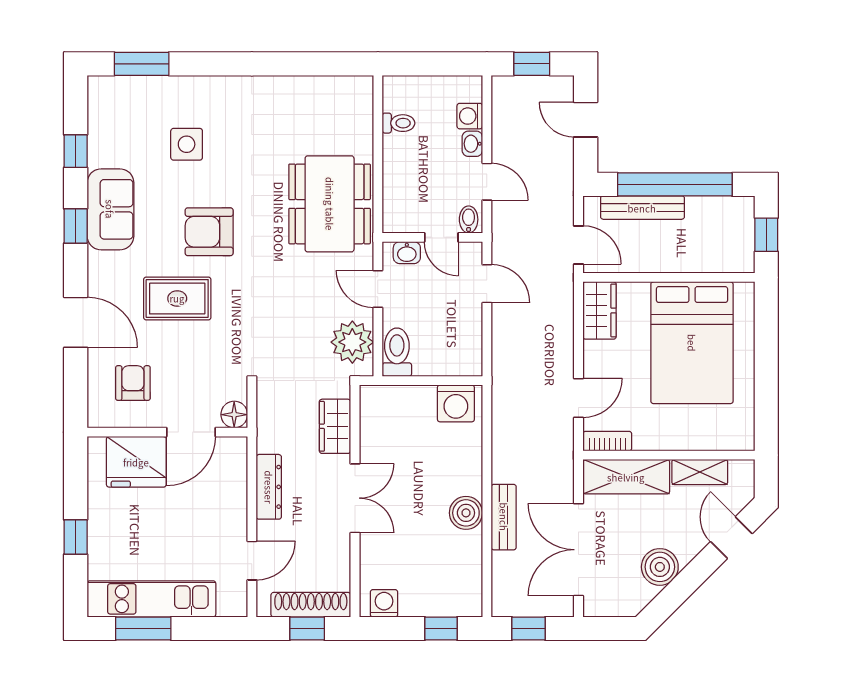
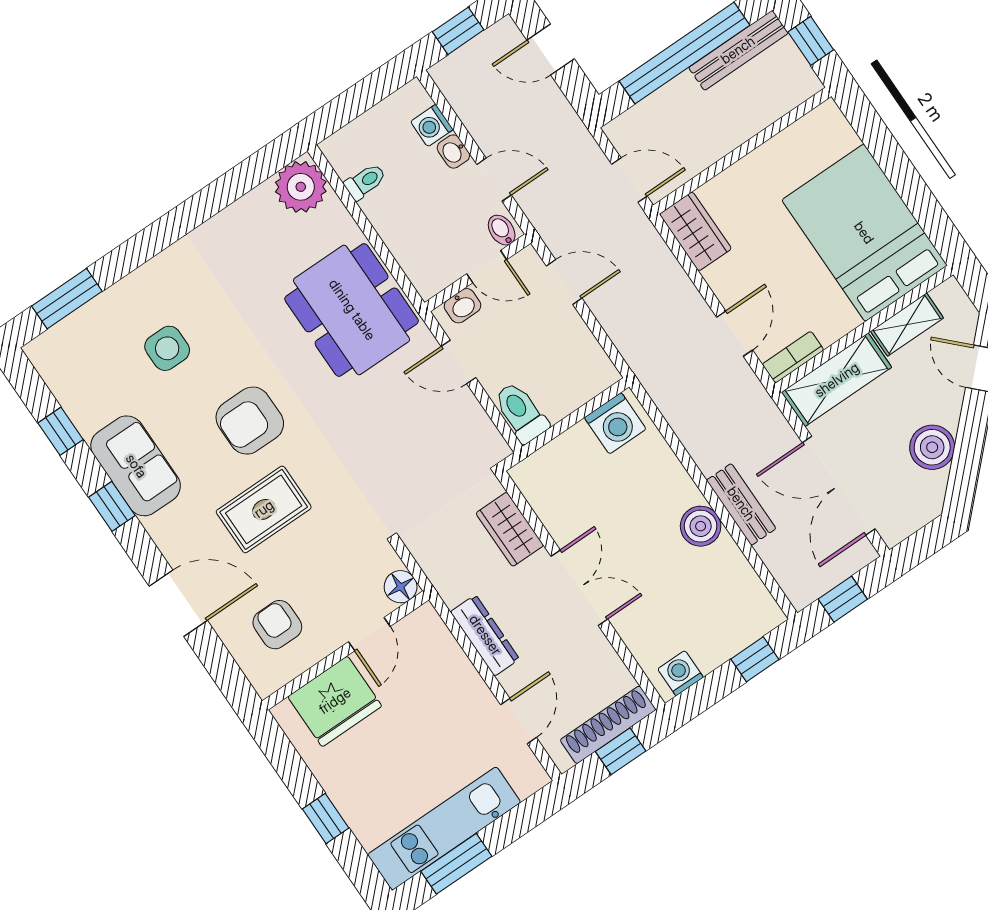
bench: (642, 208) -> (738, 50), moved
plant: (352, 342) -> (301, 187), moved
bed: (692, 343) -> (864, 233), moved, turned 180
door: (191, 432) -> (369, 634), width x0.73

